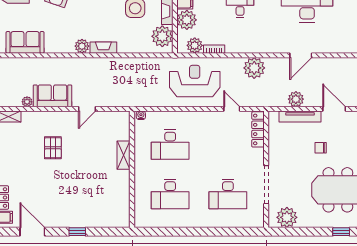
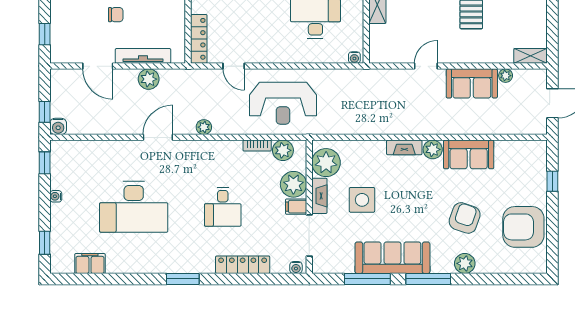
sofa: (25, 42) -> (469, 154), moved
door: (301, 55) -> (158, 137), moved
plant: (254, 68) -> (204, 127), width x0.53, depth x0.53

